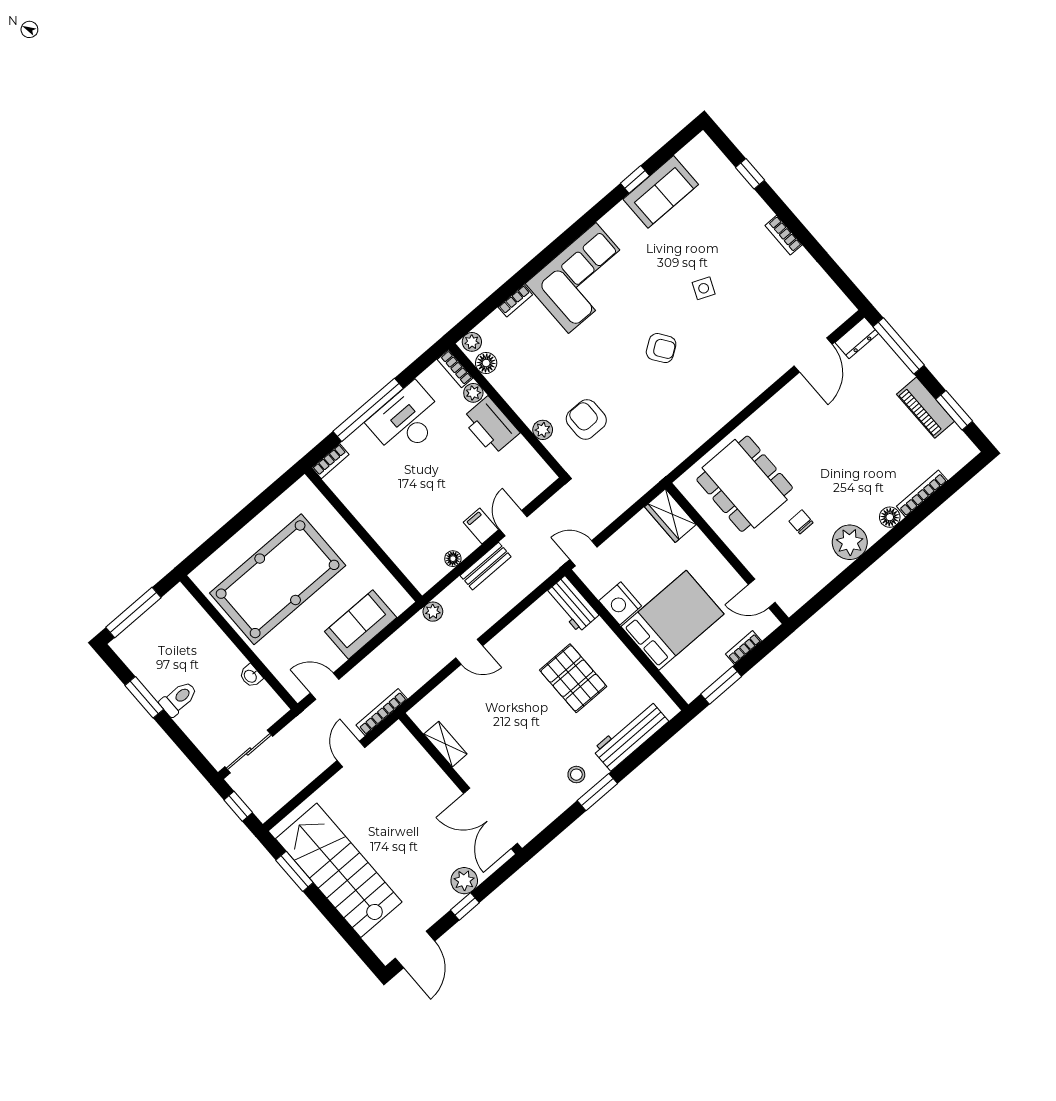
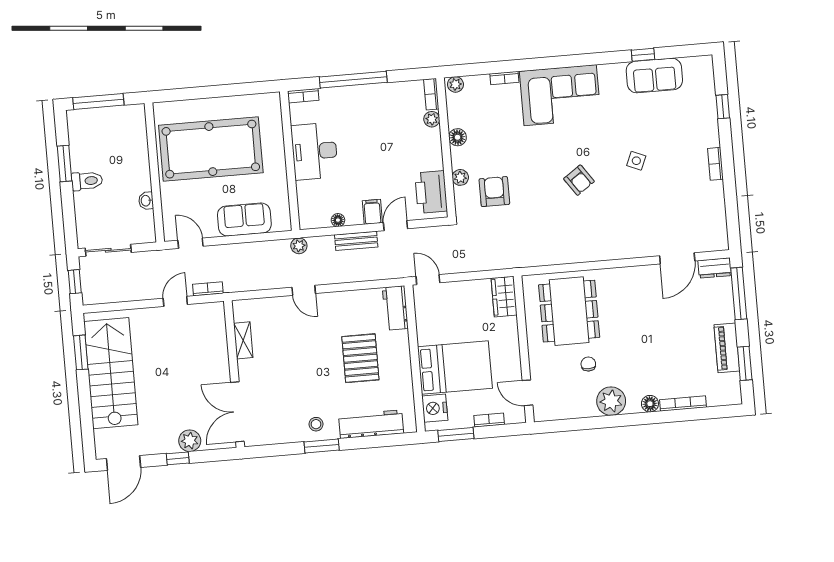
floor lamp: (486, 363) -> (458, 137), moved
desk: (407, 420) -> (315, 151), moved, turned -90
printer: (491, 426) -> (431, 192), moved
nightstand: (620, 603) -> (435, 408), moved
bookcase: (382, 712) -> (208, 289), width x0.64

